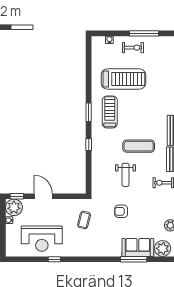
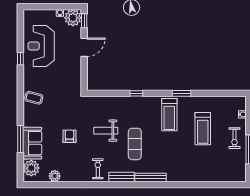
treadmill: (123, 79) -> (203, 129), width x0.73, depth x0.73
window: (89, 112) -> (182, 93), moved
treadmill: (110, 112) -> (169, 115), turned 90
armchair: (121, 211) -> (69, 136), moved
coffee table: (84, 220) -> (34, 98), moved

